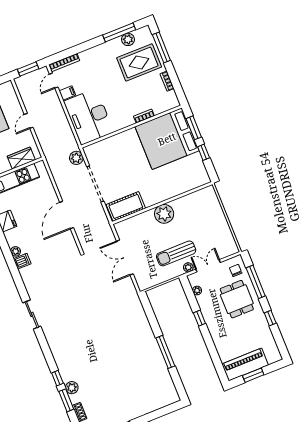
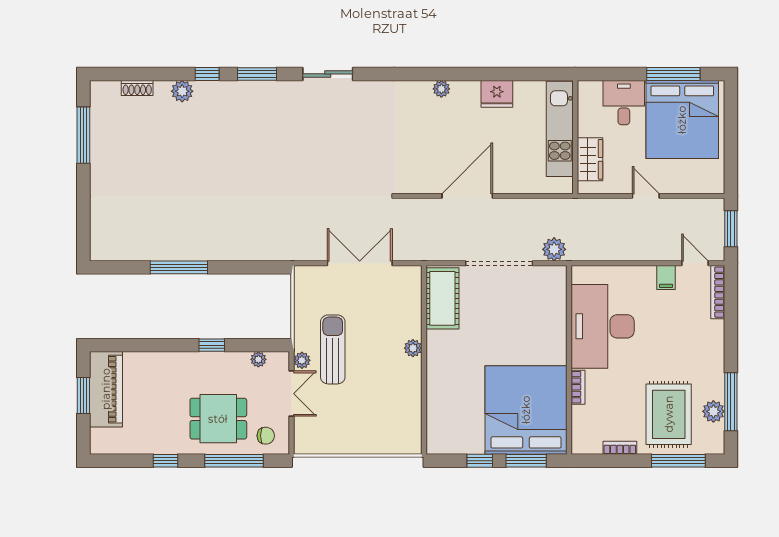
desk: (89, 117) -> (603, 326), moved, turned -90
plant: (164, 214) -> (413, 348), width x0.53, depth x0.53
door: (67, 215) -> (467, 196), hinge flipped
dishwasher: (22, 261) -> (421, 93), removed
window: (66, 400) -> (257, 74), moved

